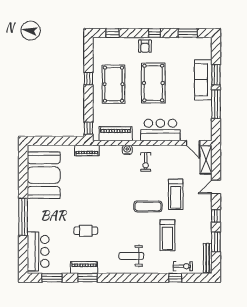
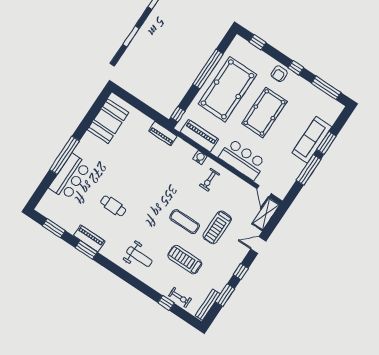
window: (188, 33) -> (326, 88), width x1.44
window: (88, 79) -> (208, 69), width x3.17
pool table: (113, 84) -> (227, 89), width x1.36, depth x1.32
booth: (44, 175) -> (108, 121), width x0.73, depth x0.70
treadmill: (167, 235) -> (185, 260), turned 90
bar counter: (38, 251) -> (70, 177), moved
weight bench: (131, 256) -> (139, 257), turned 180

